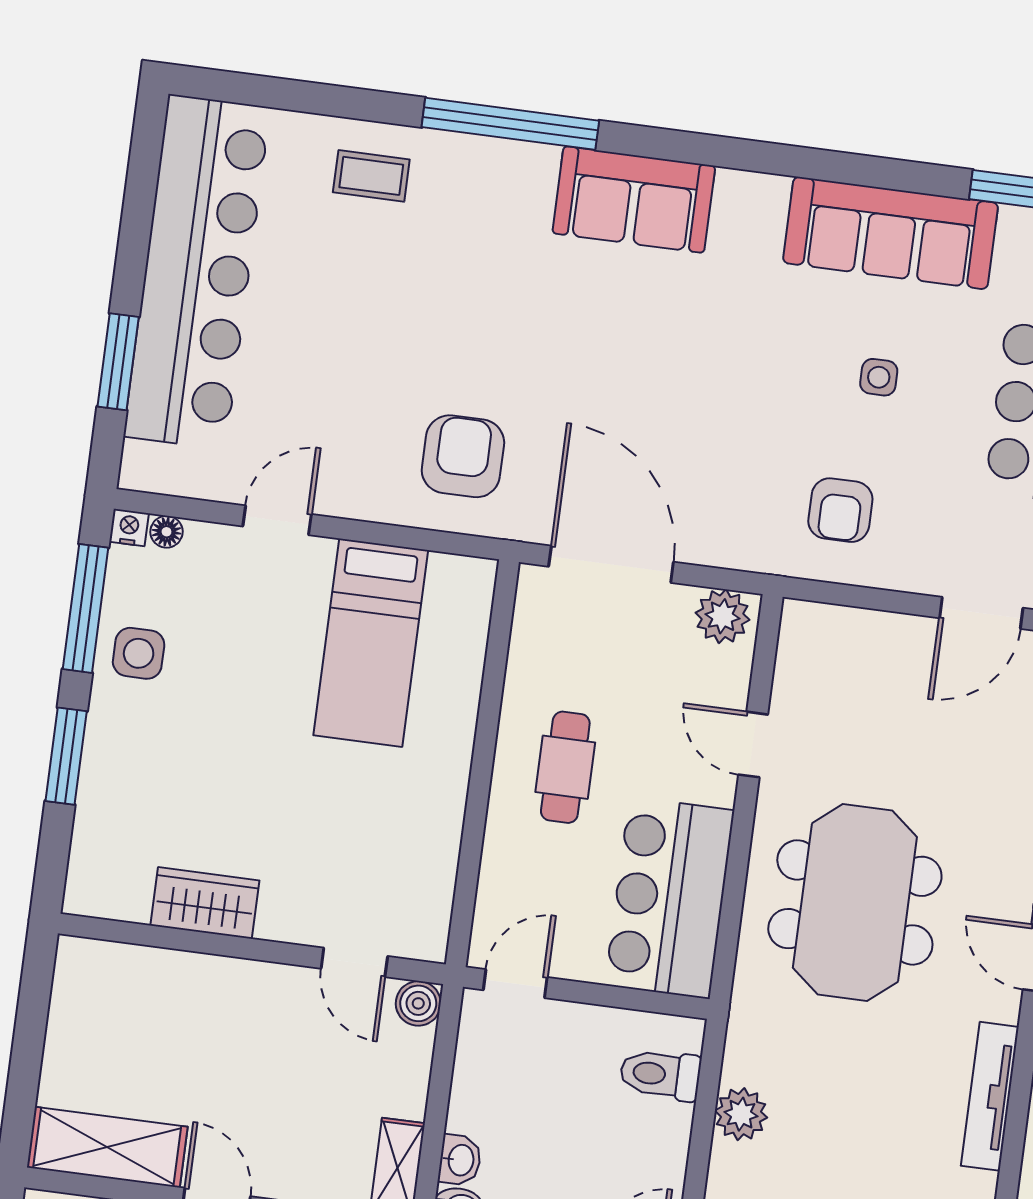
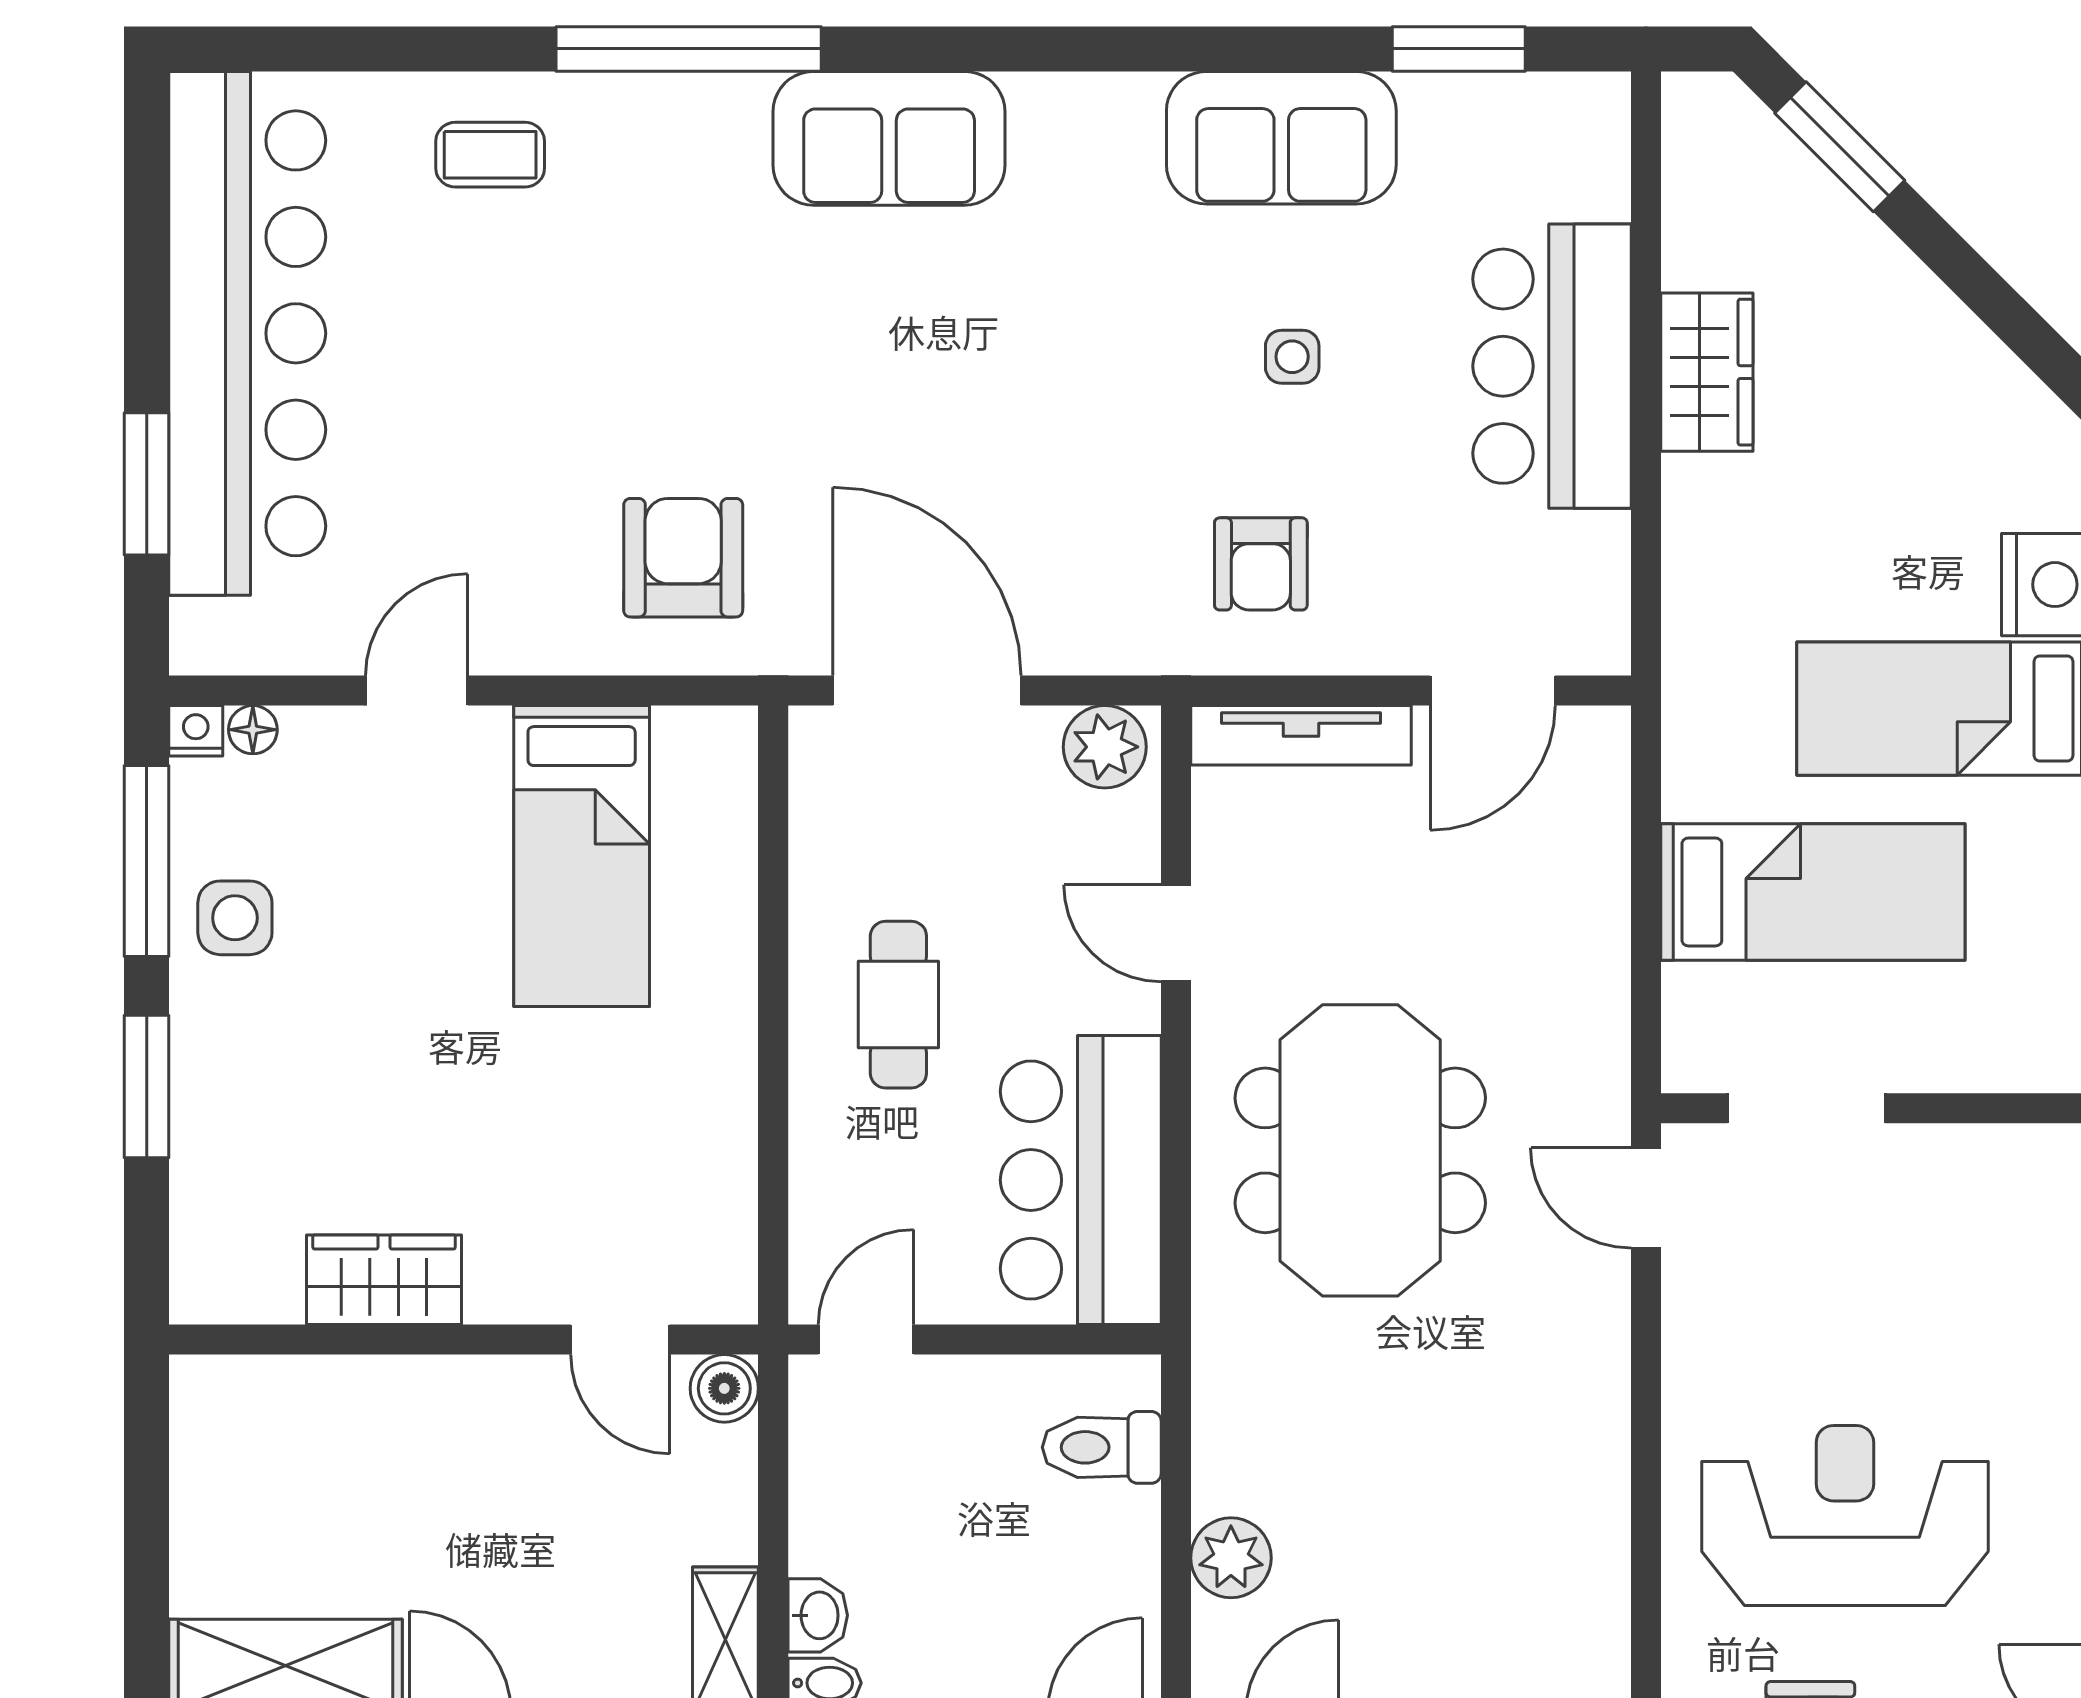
sofa: (891, 233) -> (1281, 138), width x0.73
tv unit: (990, 1096) -> (1301, 735), moved, turned -90
plant: (741, 1114) -> (1231, 1558), moved

